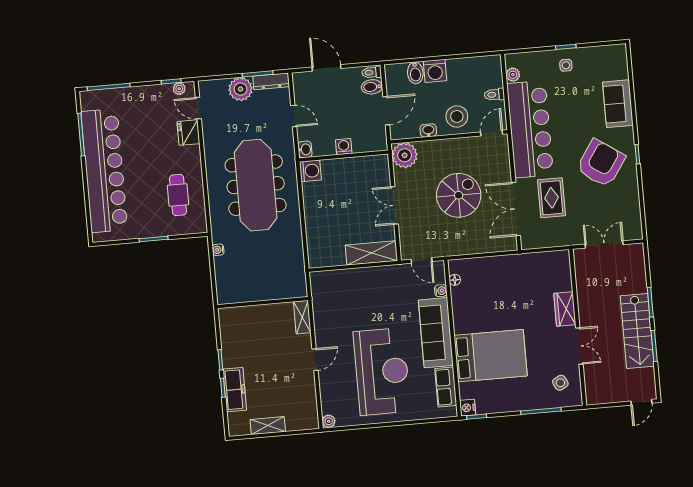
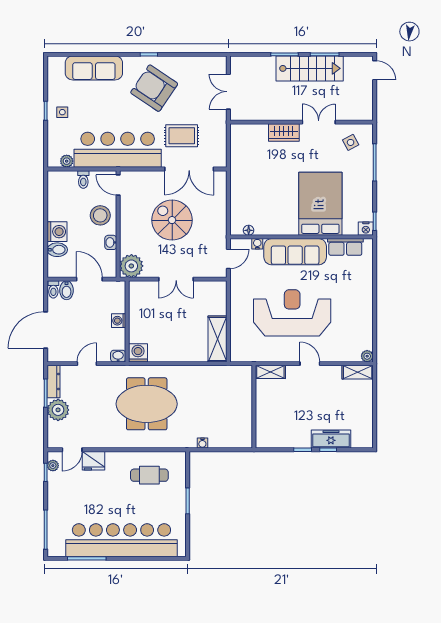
door: (327, 68) -> (46, 330), width x1.36
sofa: (618, 104) -> (94, 68), width x1.36
meeting table: (256, 185) -> (147, 404), width x0.73
shelving: (371, 253) -> (217, 339), moved
reception desk: (382, 372) -> (292, 313), moved
shelving: (268, 426) -> (358, 372), moved, turned 90

